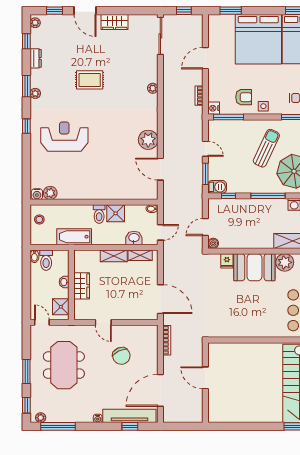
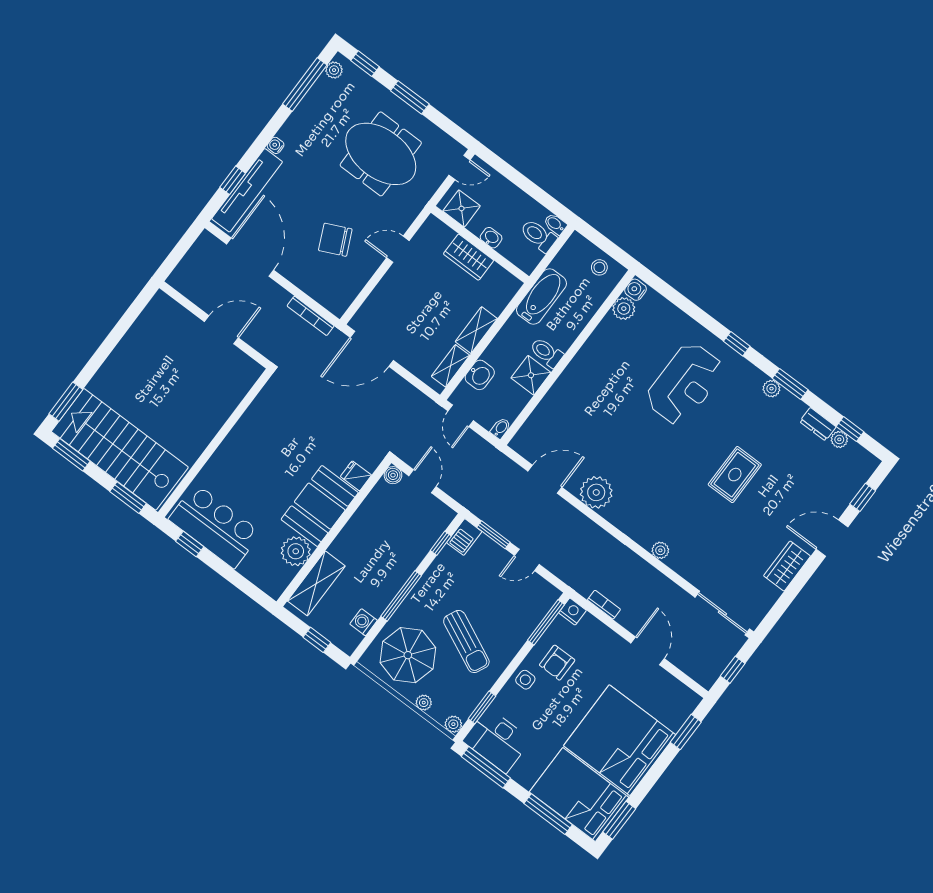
plant: (35, 23) -> (839, 439), moved

